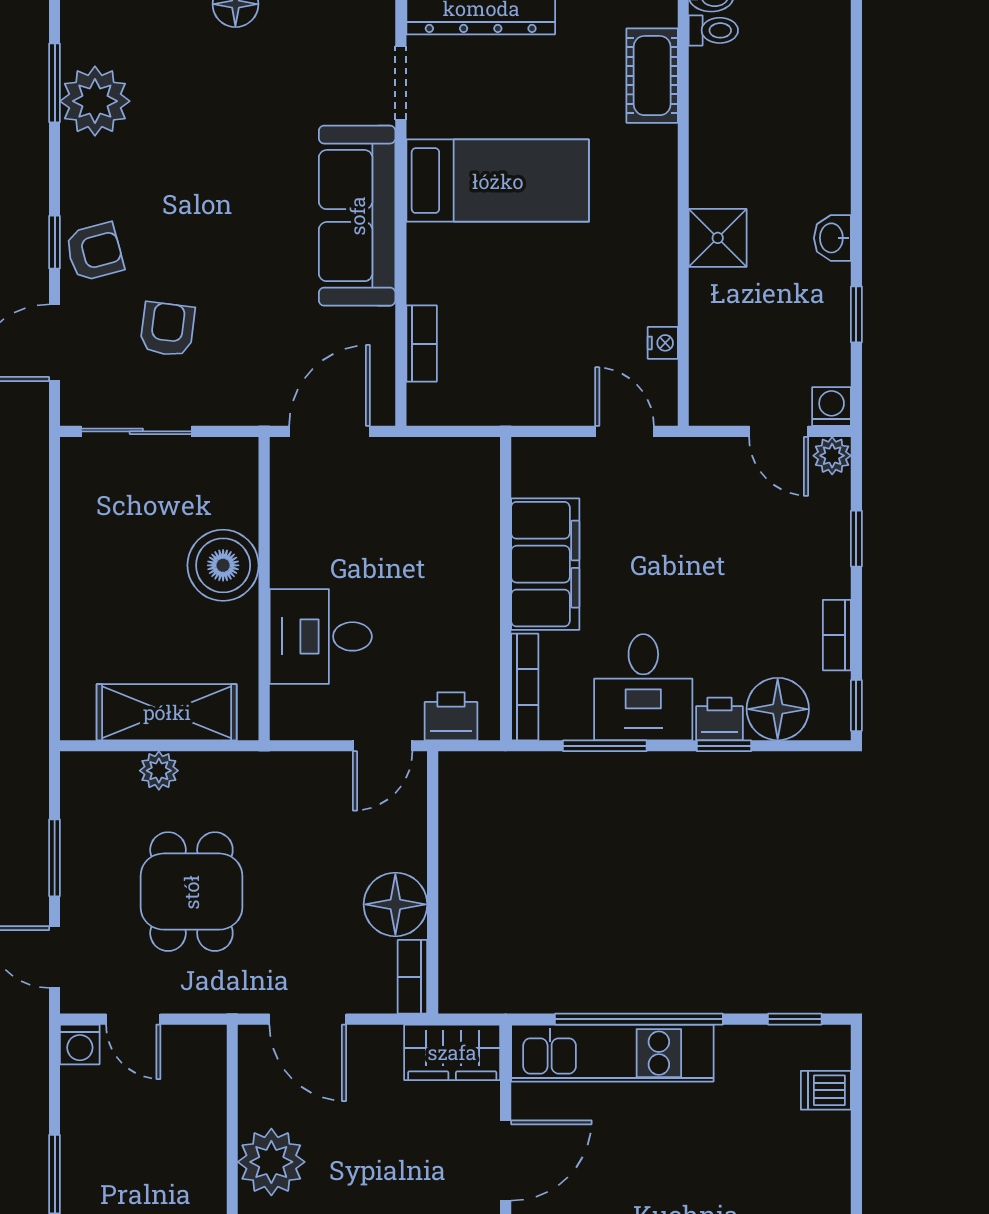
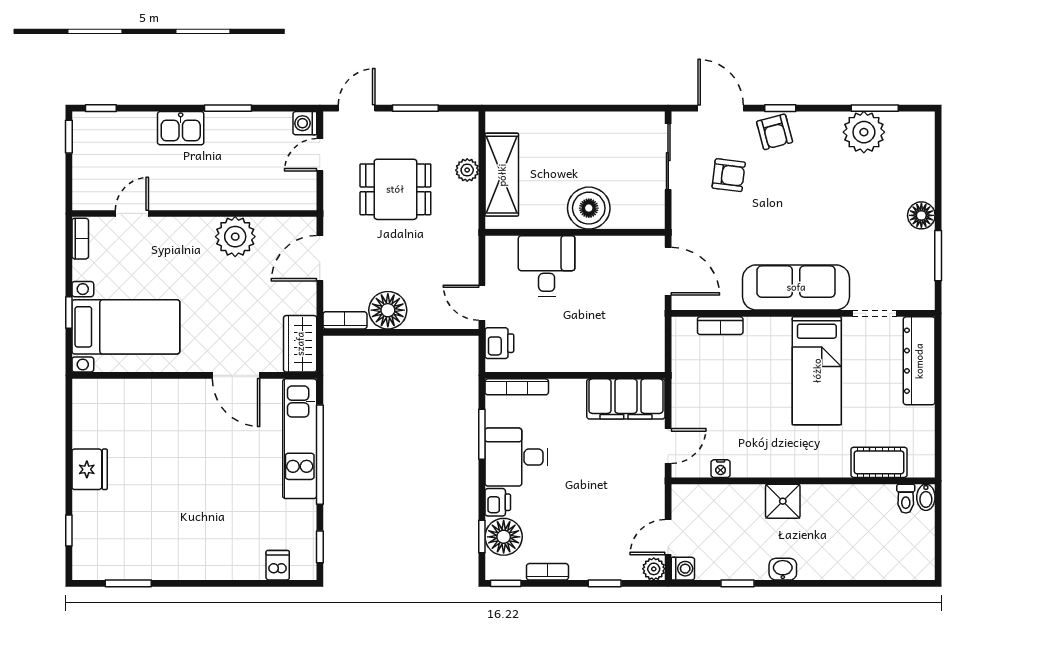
filing cabinet: (545, 564) -> (626, 399), moved
window: (724, 746) -> (482, 536), moved

